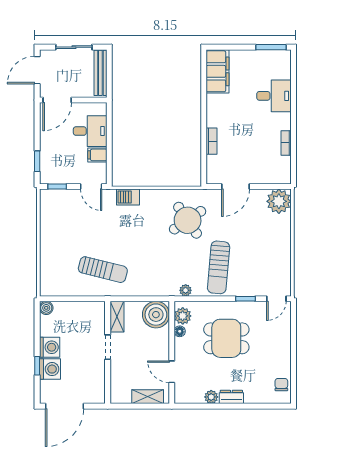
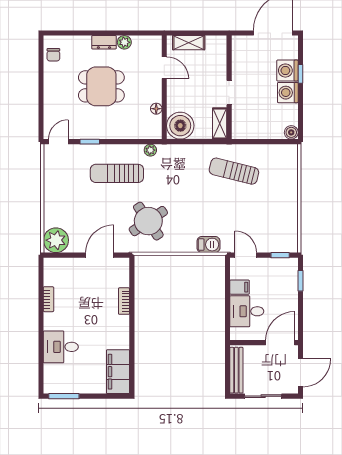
sun lounger: (219, 267) -> (117, 173), turned -95
plant: (183, 316) -> (153, 124), removed
dining table: (226, 338) -> (101, 86), moved

